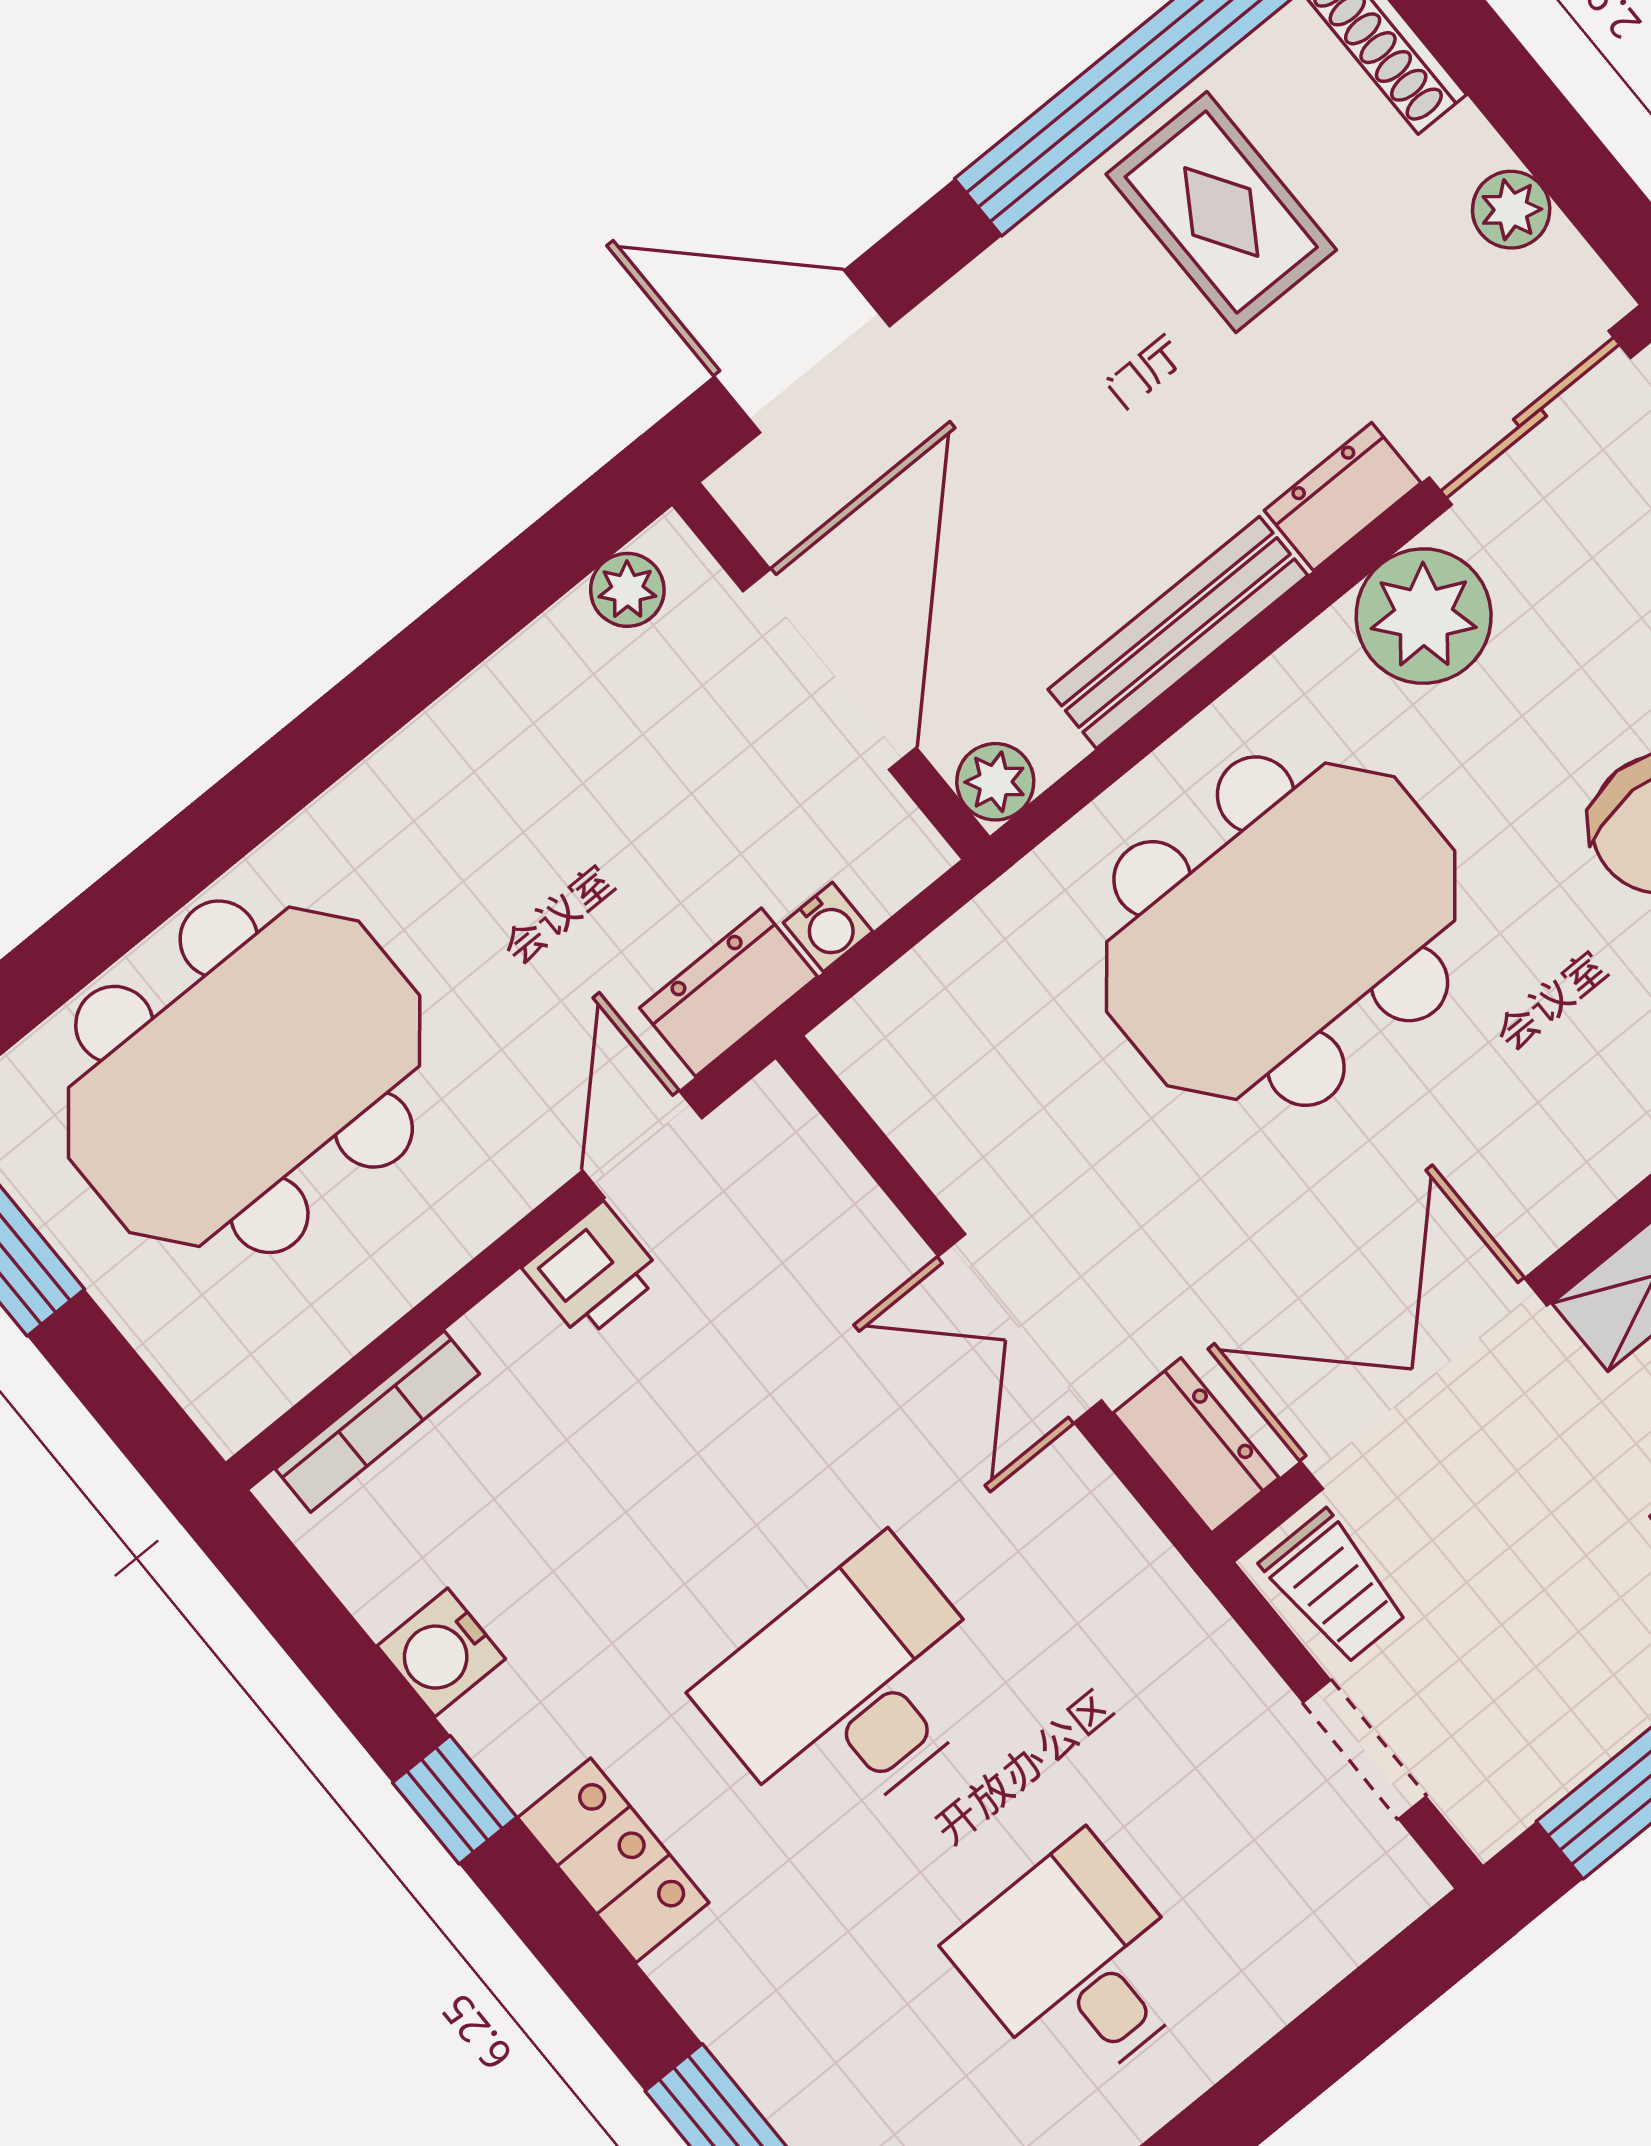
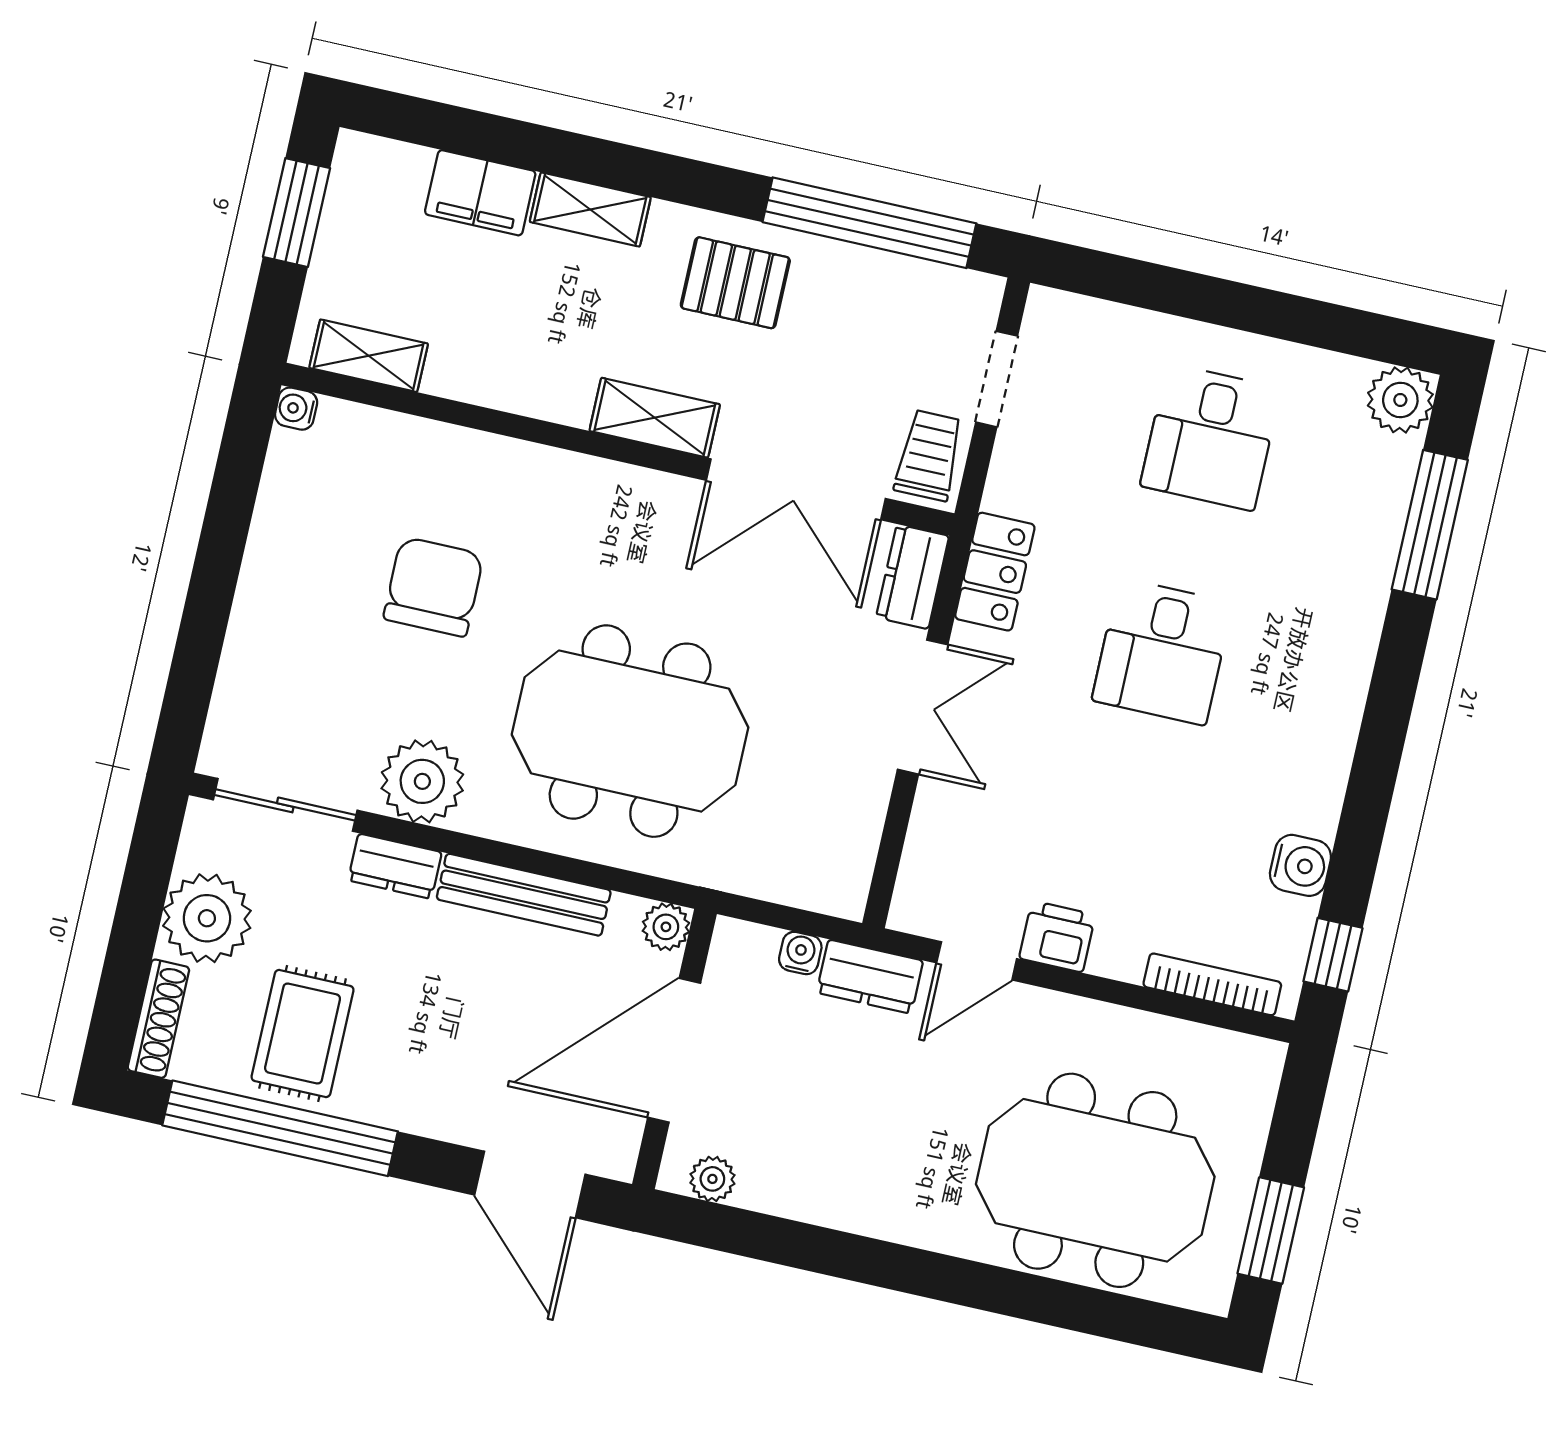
plant: (1511, 210) -> (207, 918), width x1.88, depth x1.88
desk: (852, 1689) -> (1162, 652), width x0.73
window: (455, 1800) -> (1333, 955), moved
locker: (613, 1860) -> (995, 572), moved, turned 180

